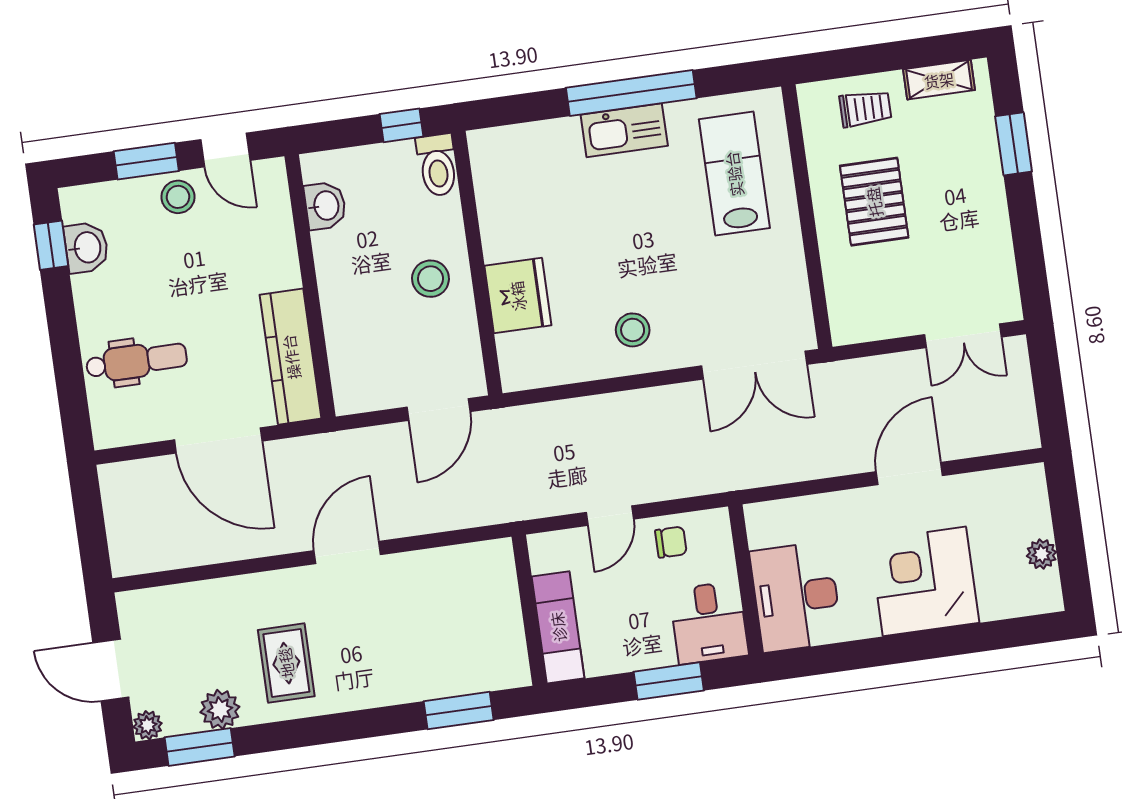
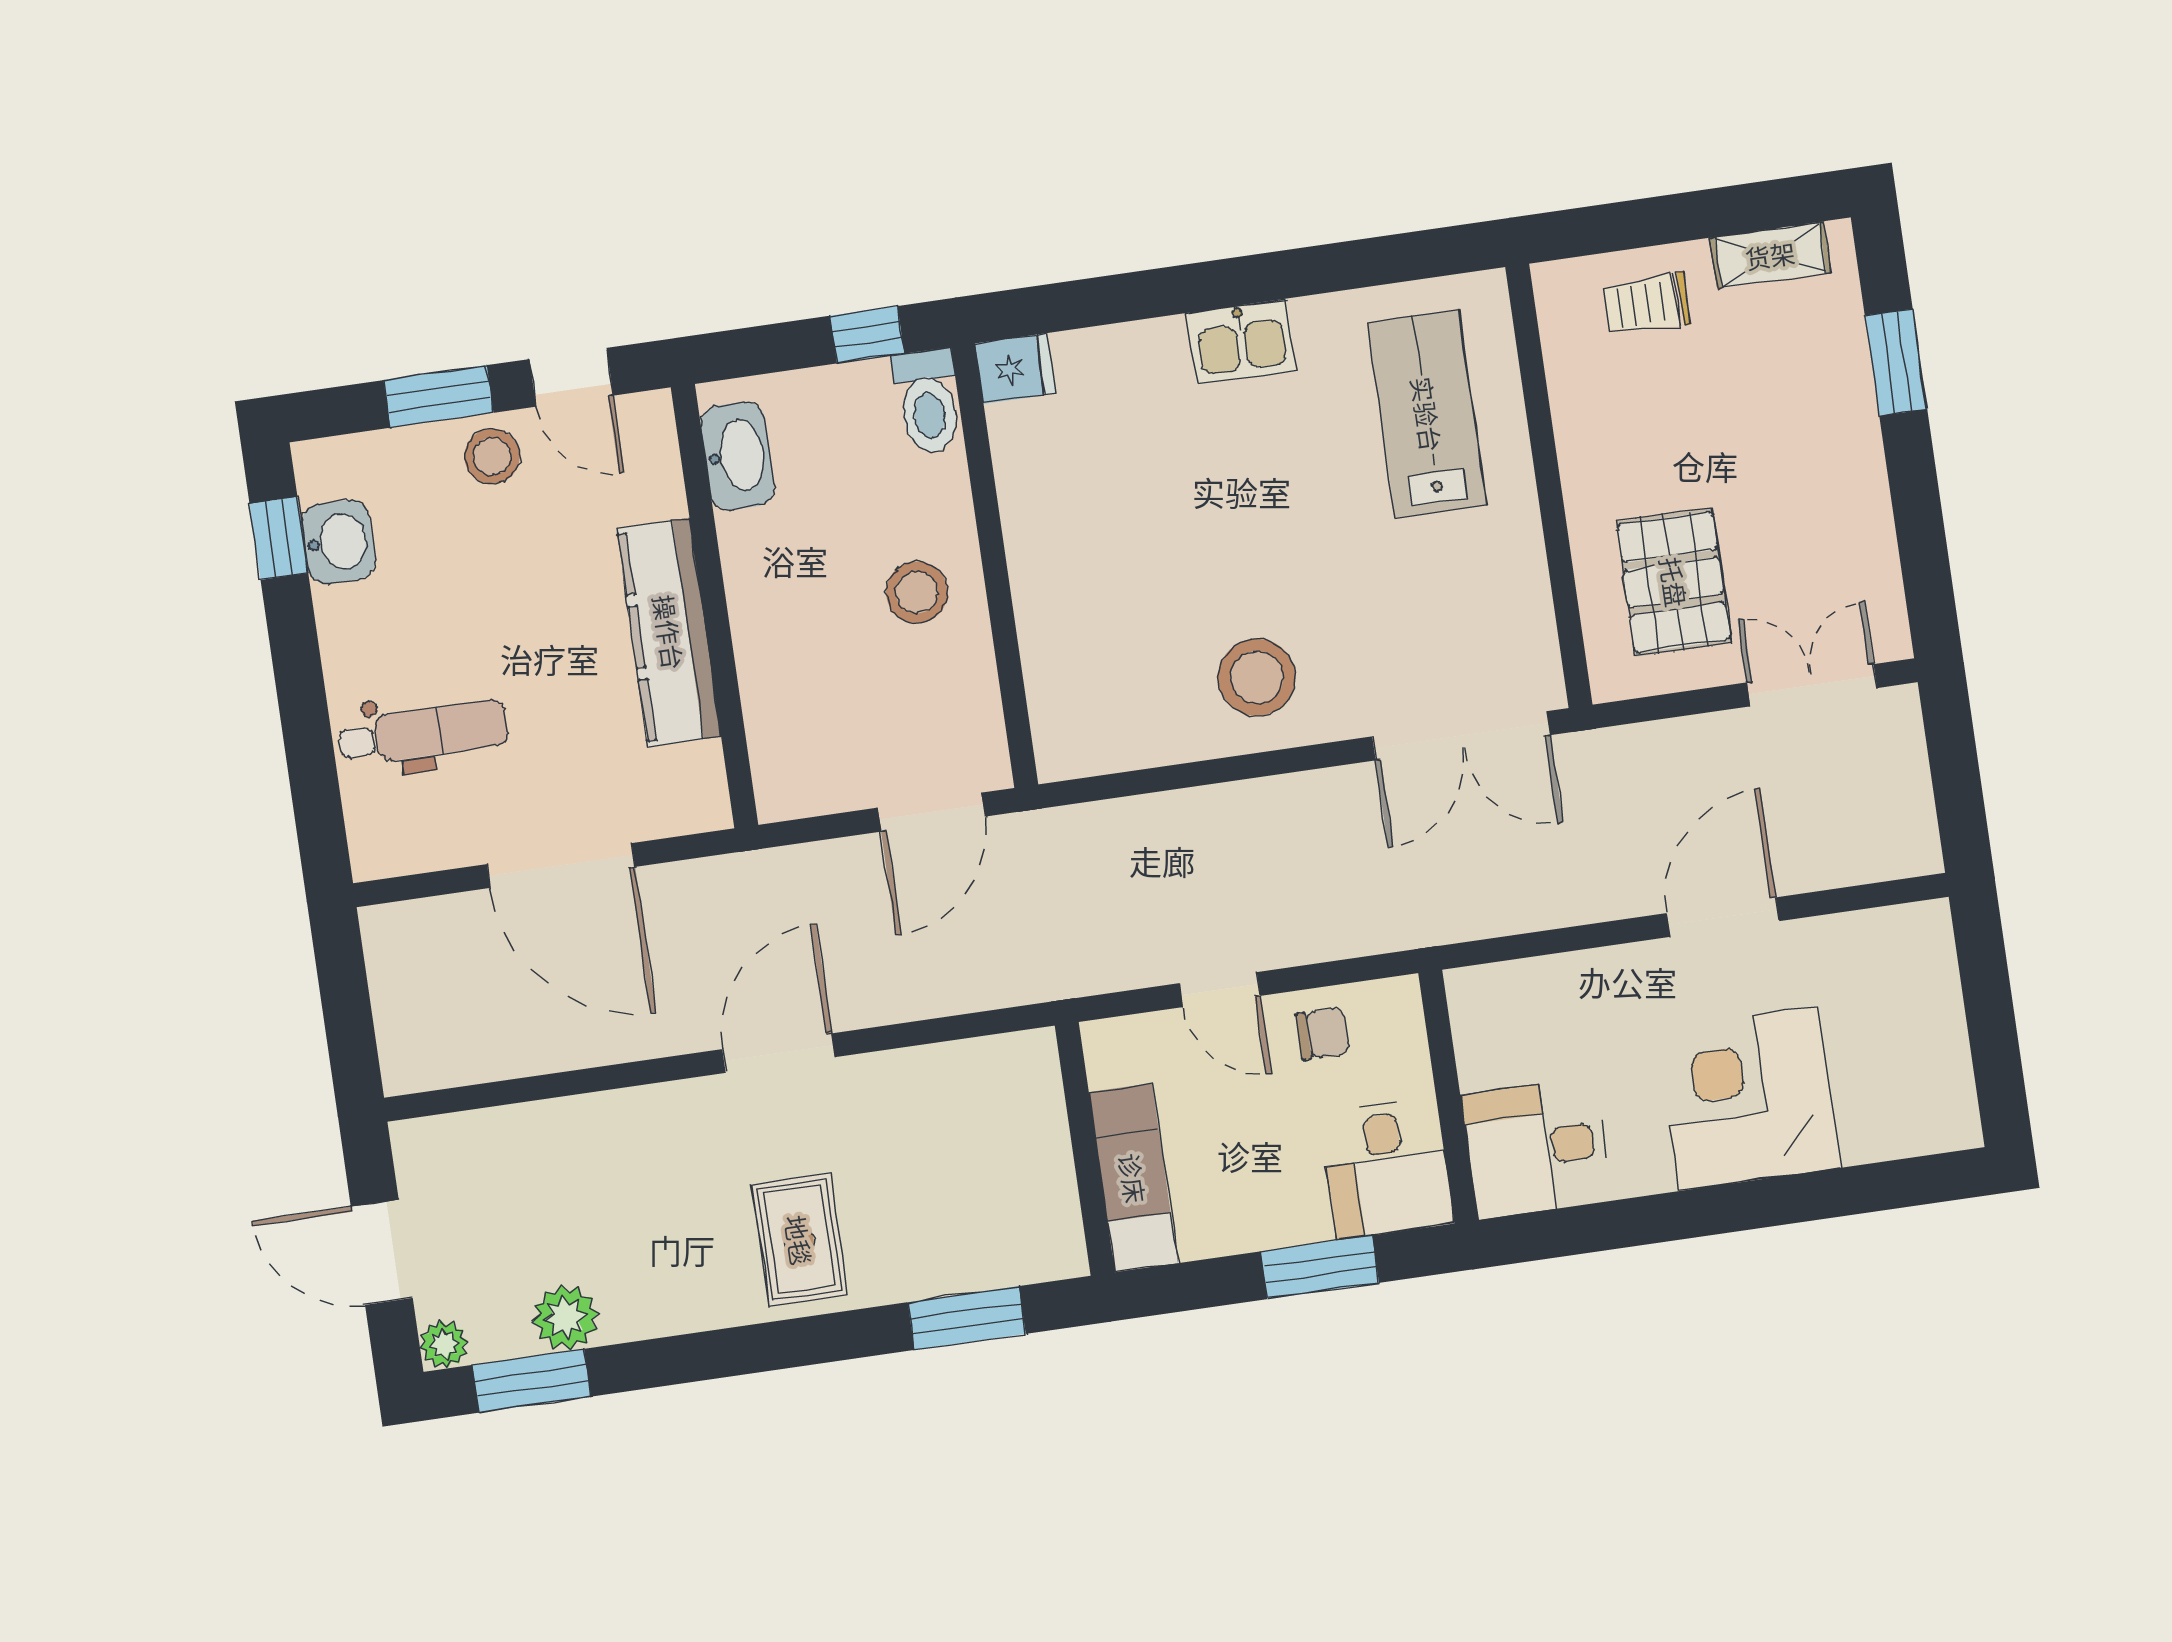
window: (631, 93) -> (1253, 279), removed
trolley: (865, 109) -> (1647, 304), turned 180
kitchen sink: (624, 130) -> (1241, 342), width x0.73
pallet: (874, 202) -> (1674, 582), moved
washbasin: (325, 206) -> (738, 456), width x1.38
fridge: (518, 296) -> (1015, 369), moved, width x0.53, depth x0.75
stool: (633, 330) -> (1257, 677), width x1.38, depth x1.38
double door: (963, 336) -> (1812, 685), swing flipped
kitchen counter: (291, 357) -> (669, 632), moved
door: (610, 516) -> (1220, 990), hinge flipped
plant: (1042, 554) -> (1945, 1052), removed
desk: (796, 597) -> (1536, 1148), width x0.73
rug: (286, 663) -> (799, 1240), moved

